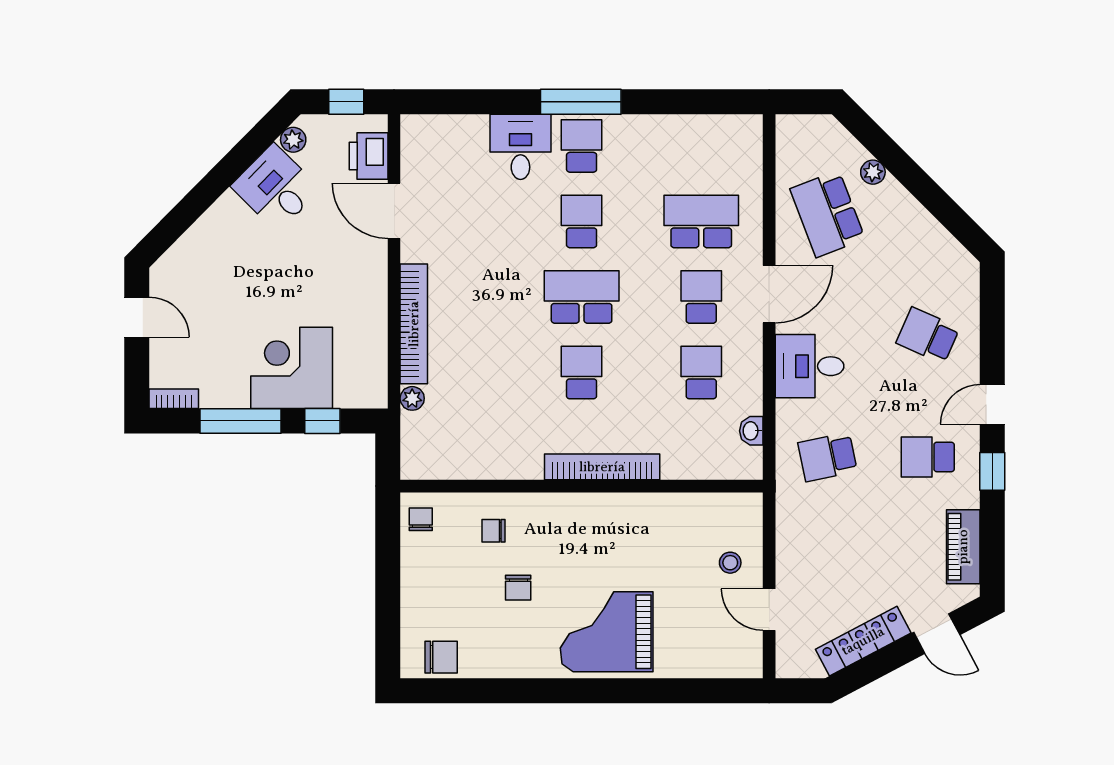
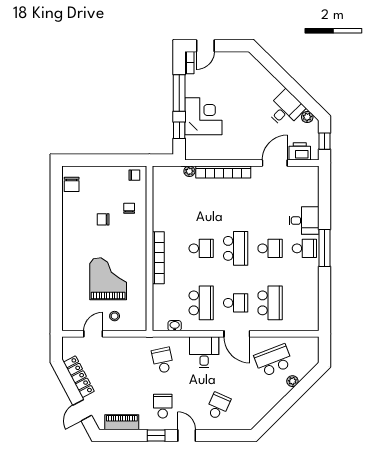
door: (137, 317) -> (205, 46), moved
school desk: (701, 372) -> (201, 303), width x1.85
grand piano: (607, 632) -> (108, 279), moved

